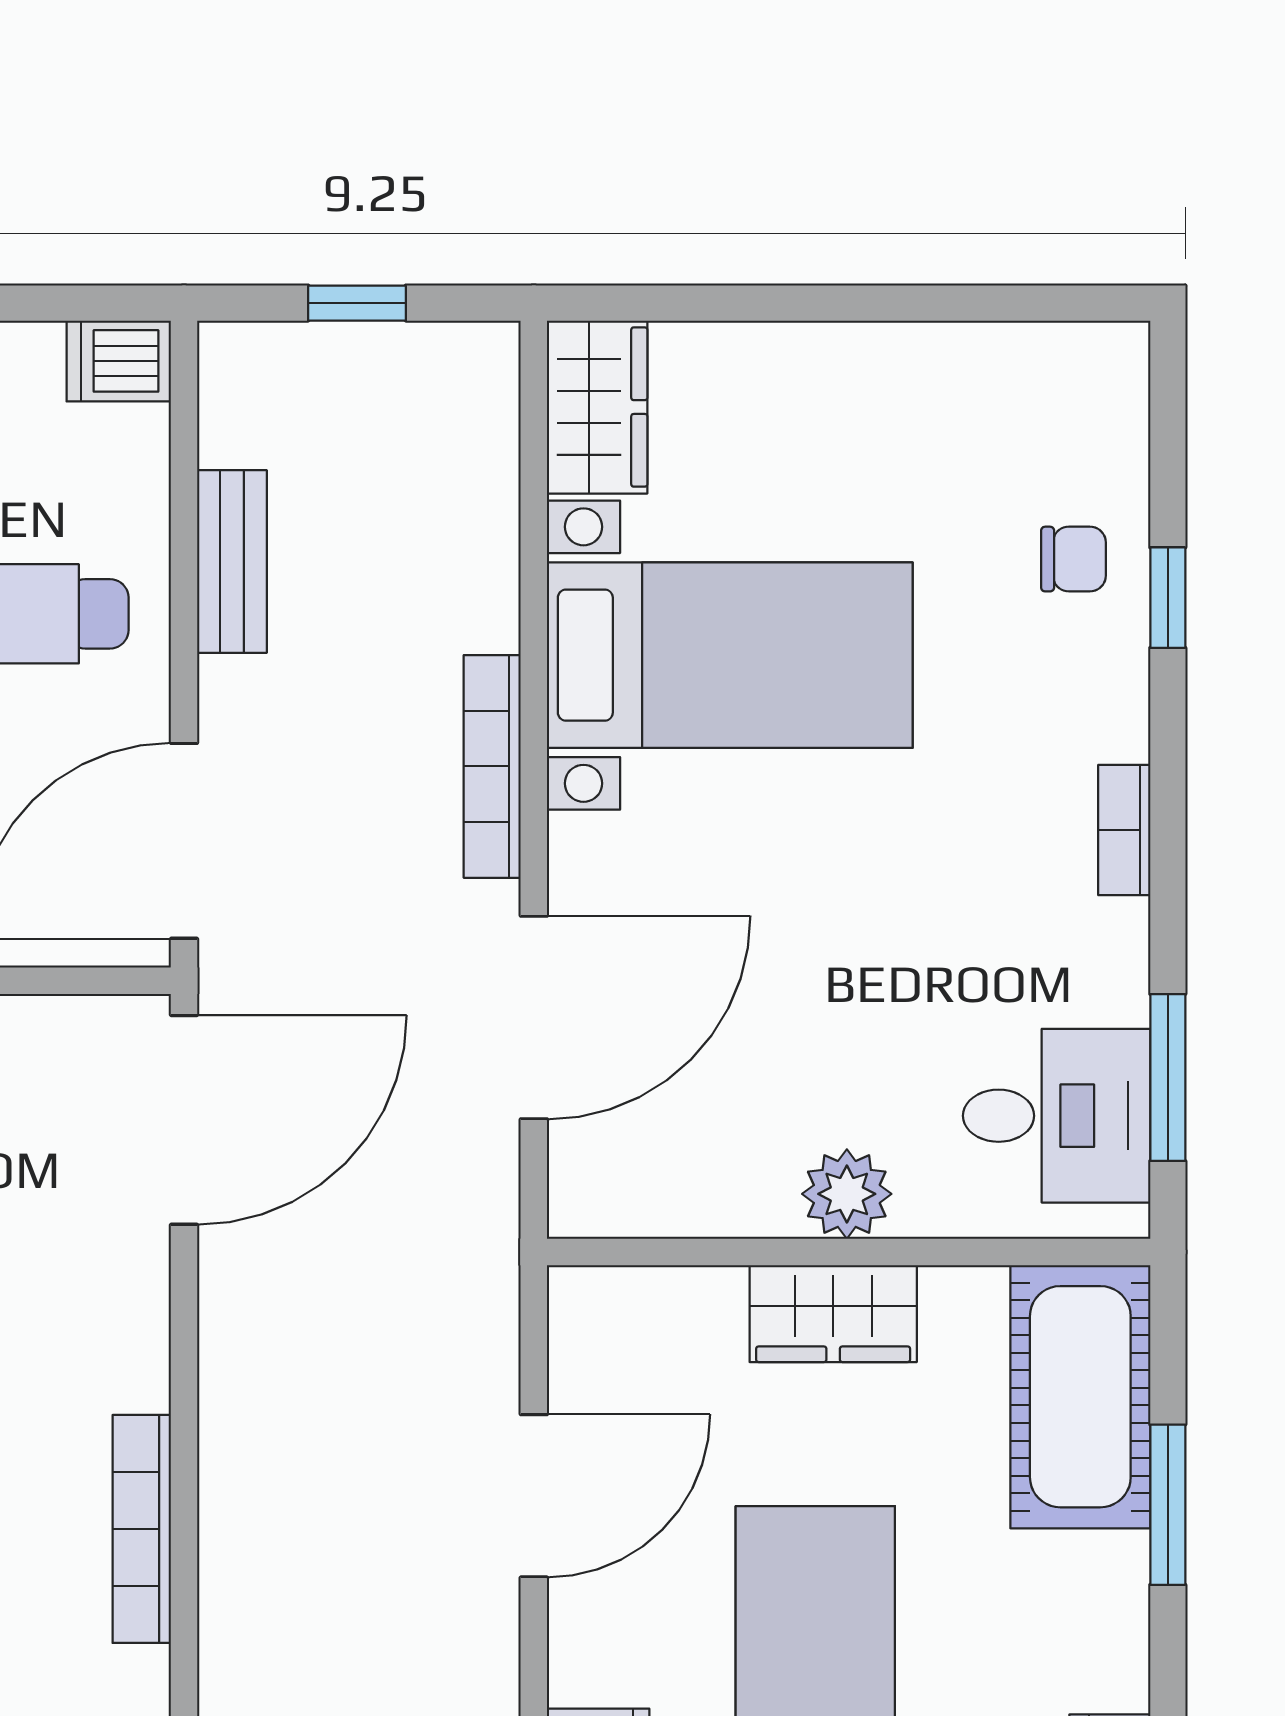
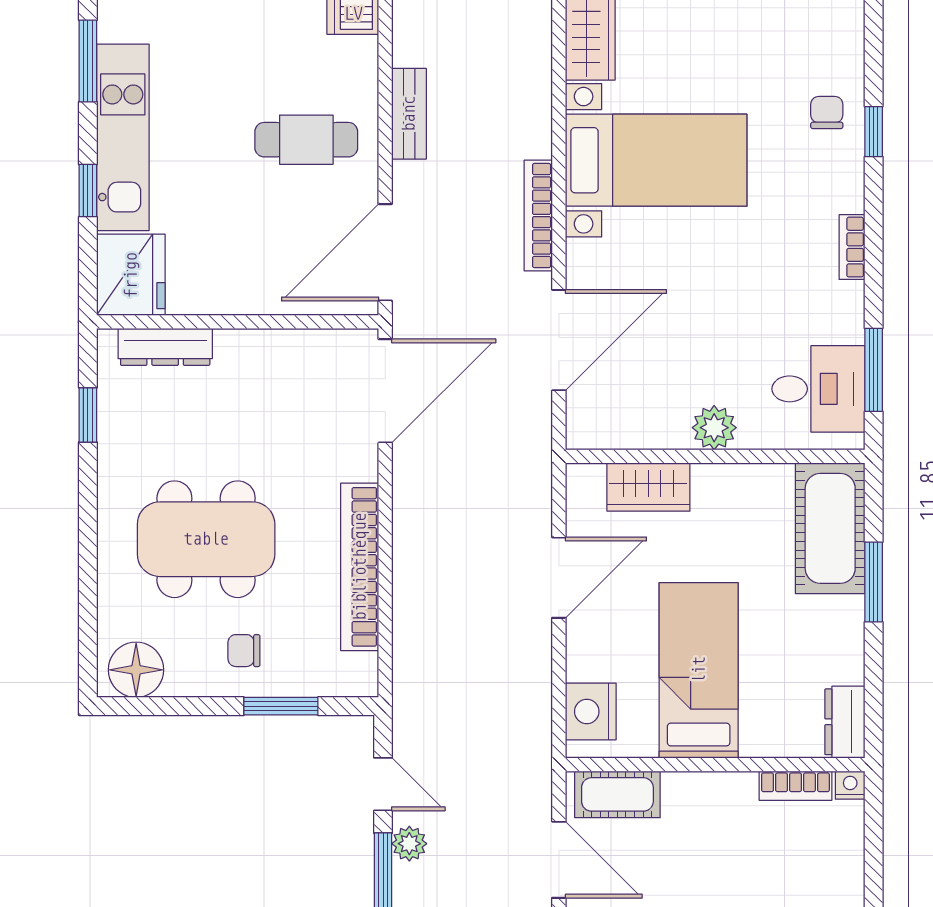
chair: (1073, 559) -> (827, 113), turned -90
wardrobe: (833, 1314) -> (648, 487), moved
bookcase: (142, 1529) -> (360, 567), width x1.48, depth x1.31

